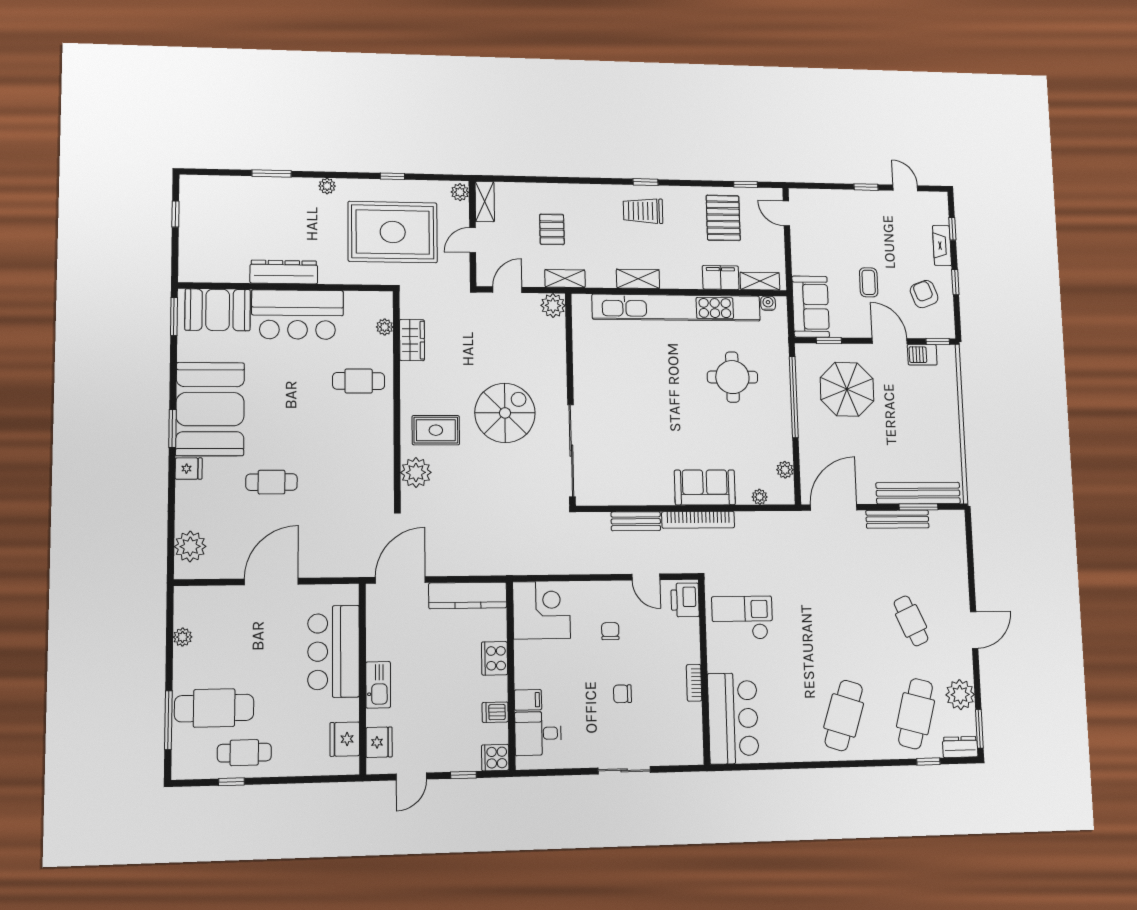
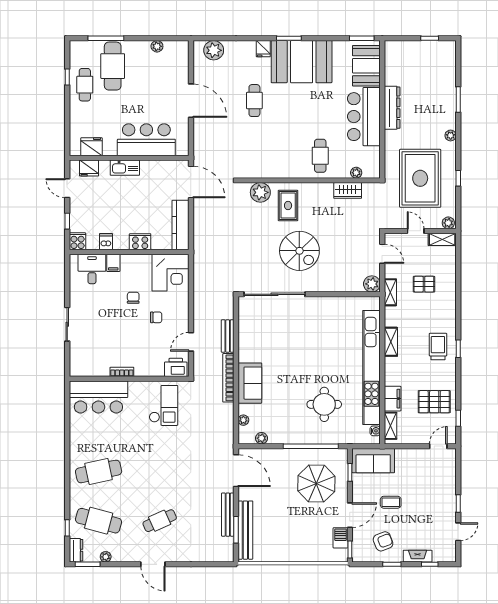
chair: (622, 694) -> (133, 298), moved
plant: (960, 695) -> (106, 557), width x0.53, depth x0.53
cafe table: (844, 715) -> (99, 471), turned -30

